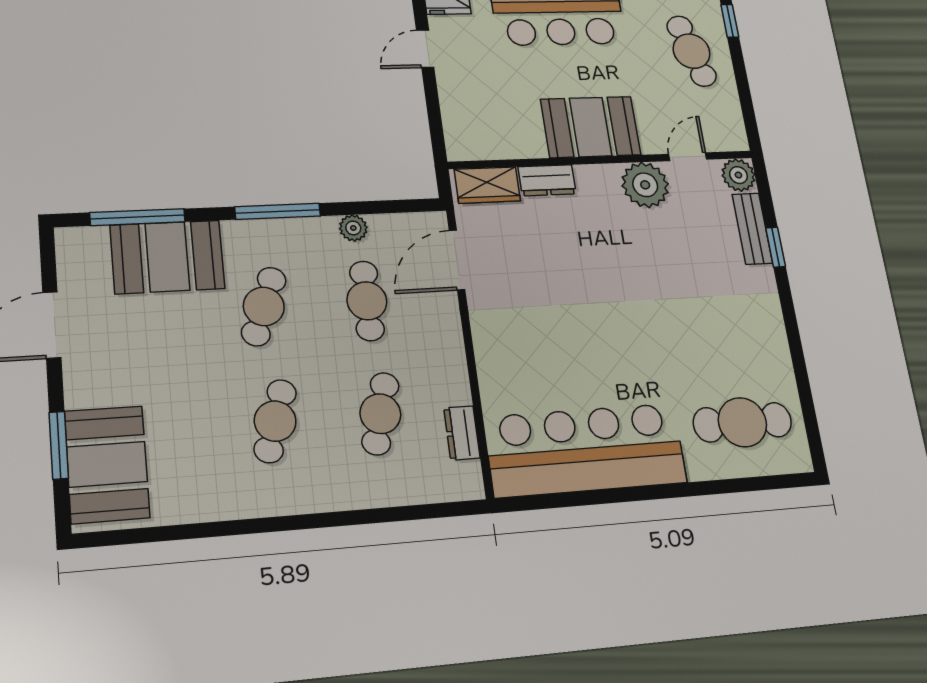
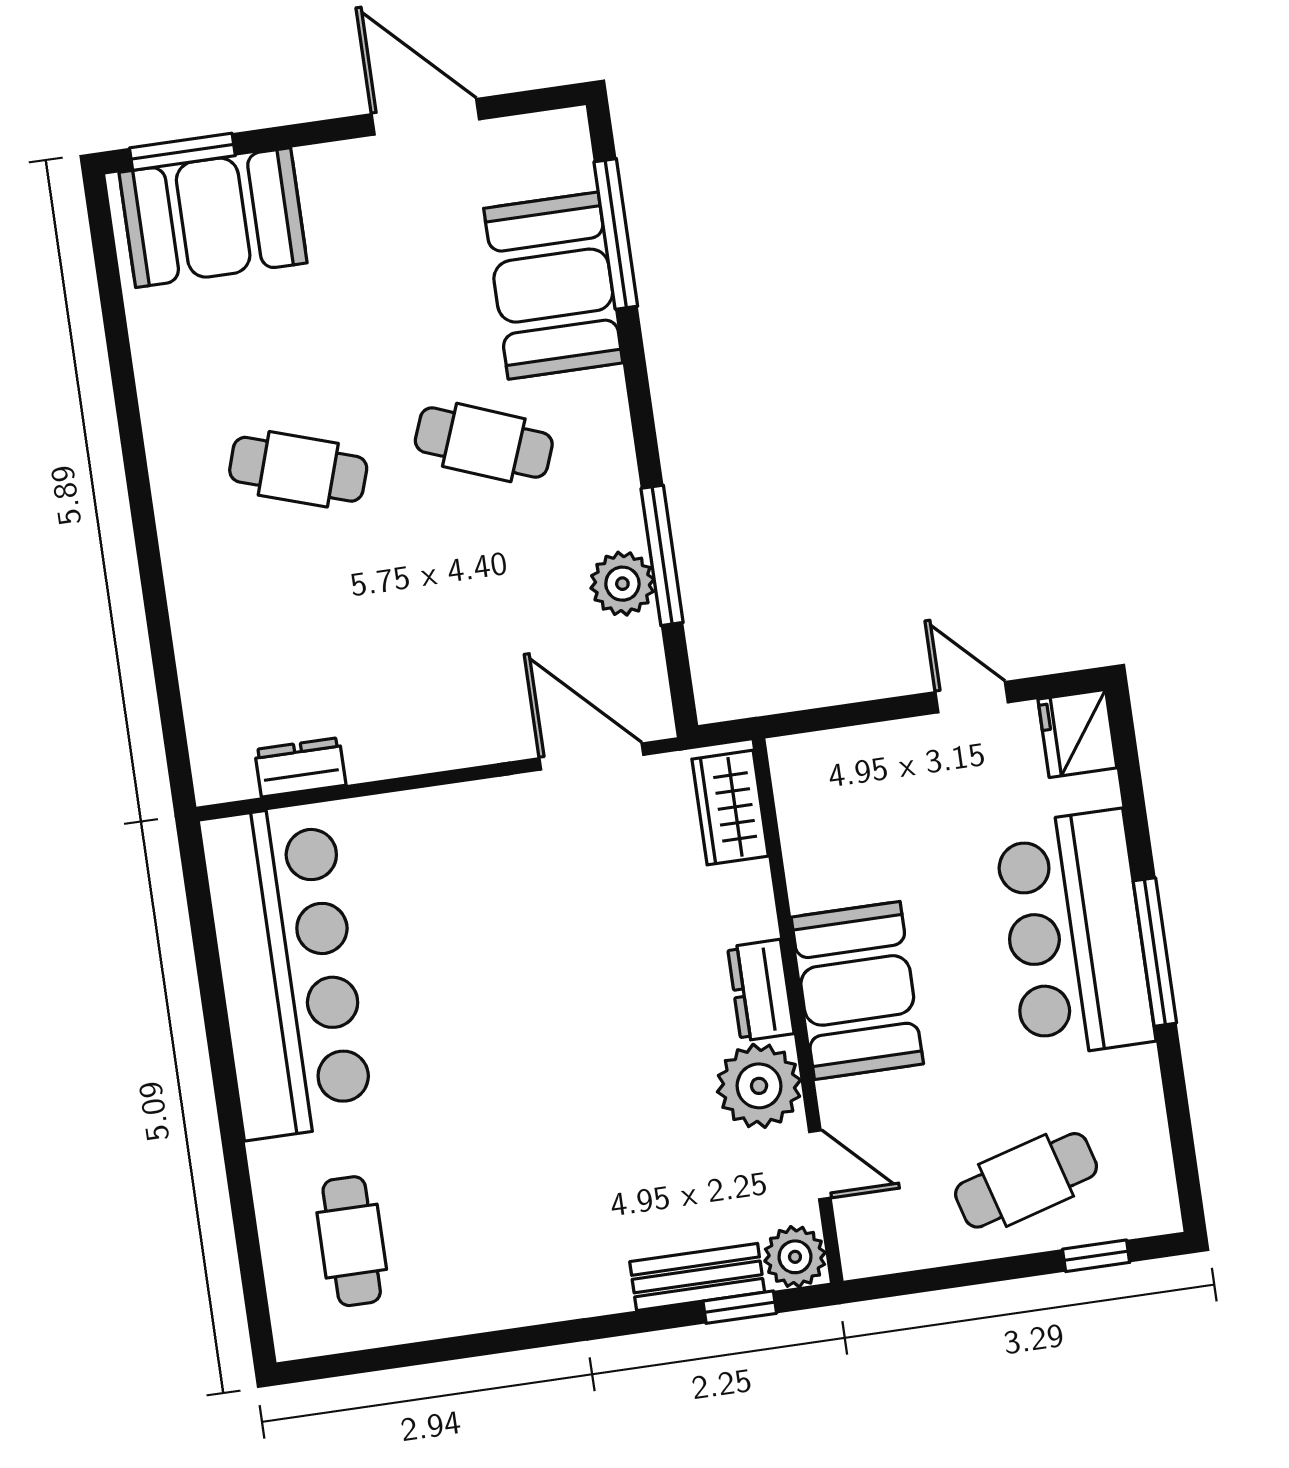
dresser: (547, 180) -> (761, 990), moved
window: (278, 211) -> (662, 555), moved
plant: (353, 228) -> (622, 584), width x1.38, depth x1.38
window: (776, 247) -> (740, 1307), moved
cafe table: (367, 301) -> (508, 608), removed
cafe table: (380, 414) -> (322, 635), removed
cafe table: (742, 422) -> (352, 1241), width x0.73, depth x0.74
window: (59, 445) -> (182, 152), moved

